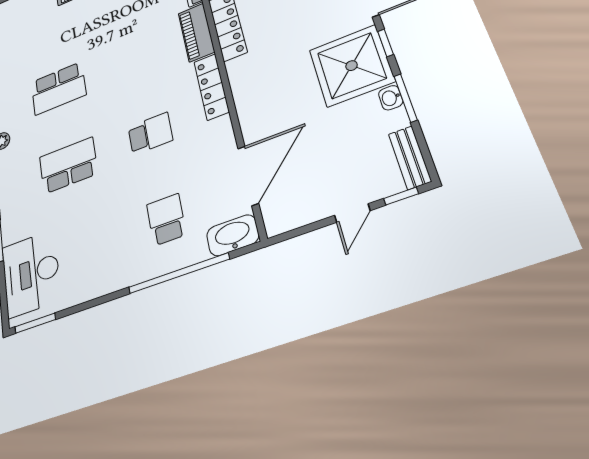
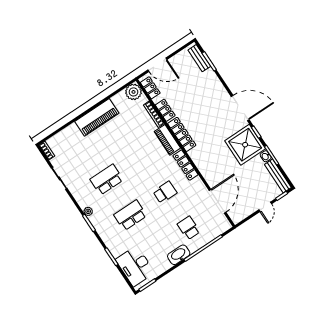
school desk: (58, 88) -> (107, 180), turned 180
bench: (410, 158) -> (278, 176), width x1.36
washbasin: (233, 235) -> (179, 255), moved

